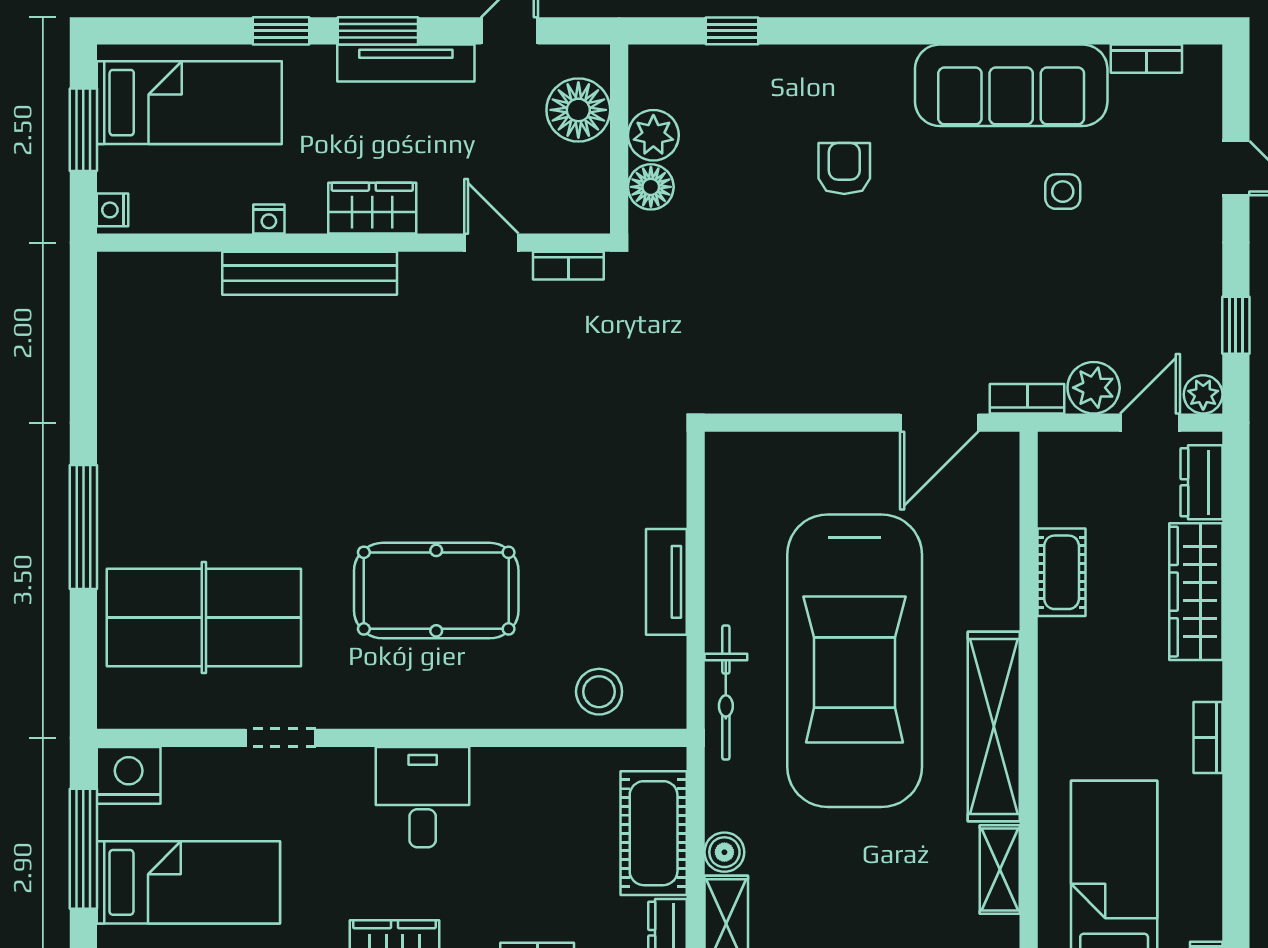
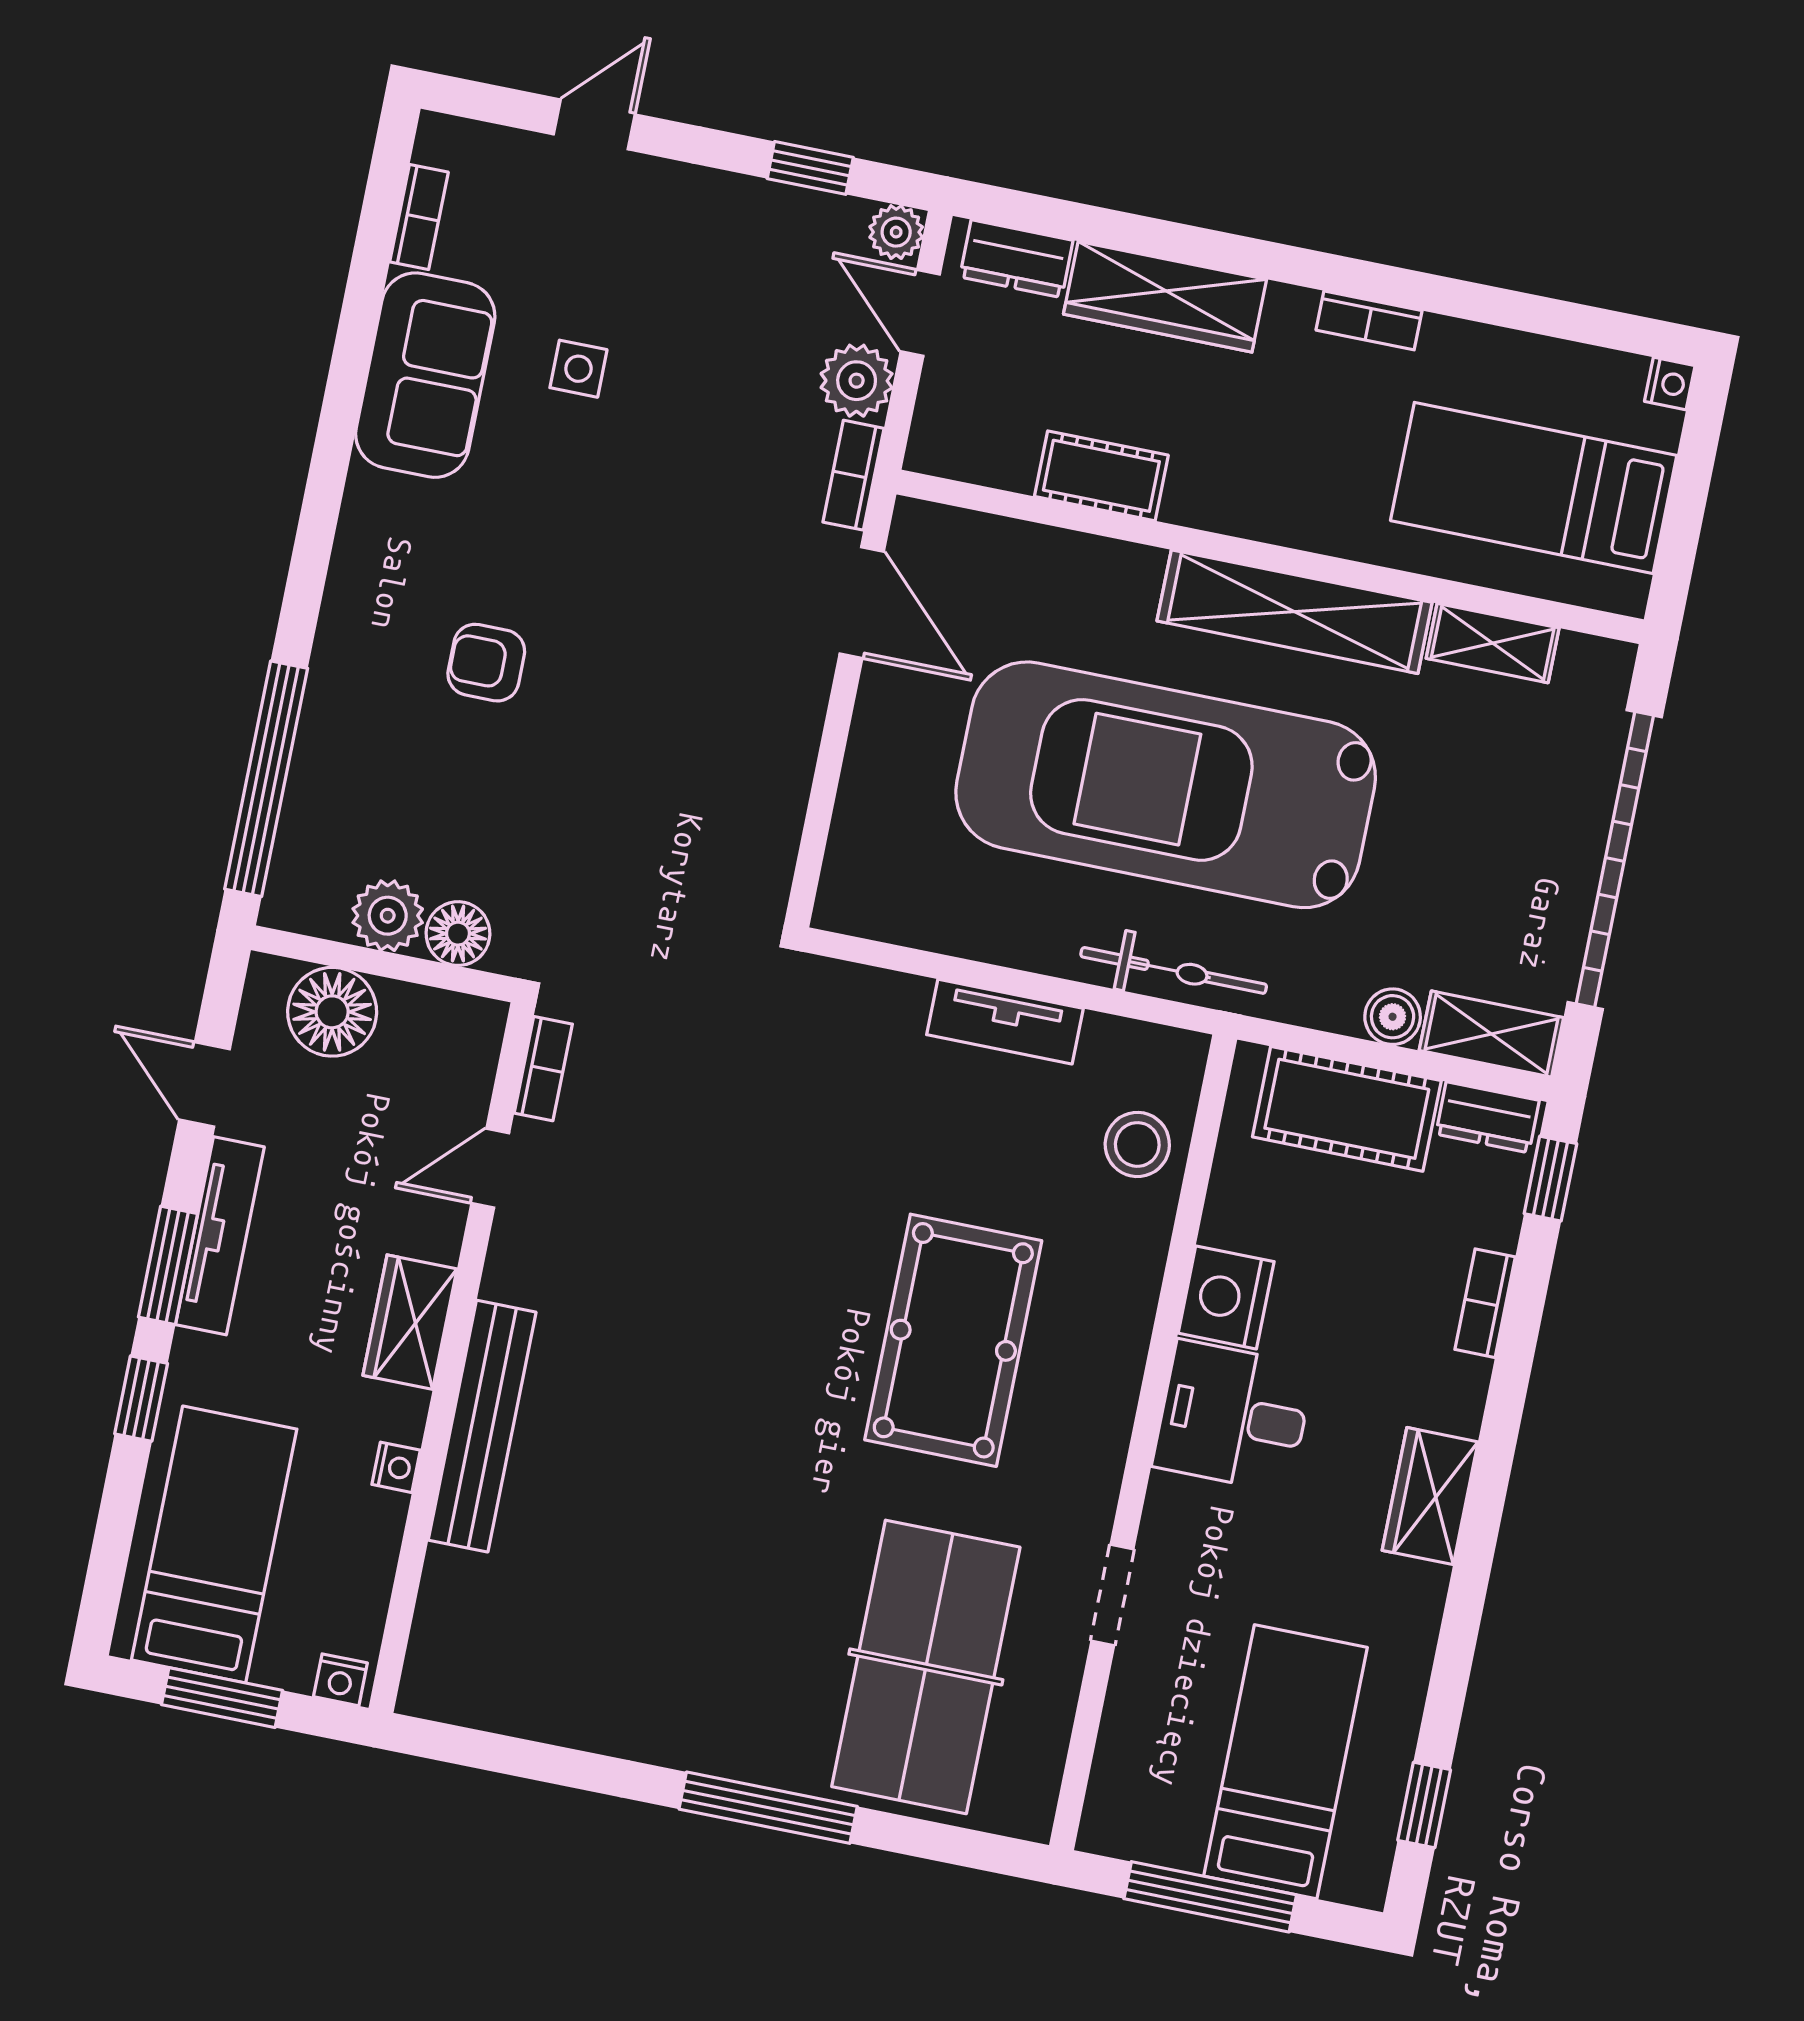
window: (732, 31) -> (266, 779), width x3.17
sofa: (1011, 85) -> (425, 375), width x0.73
car: (855, 661) -> (1166, 785), turned 180
nightstand: (129, 775) -> (1226, 1297), moved

